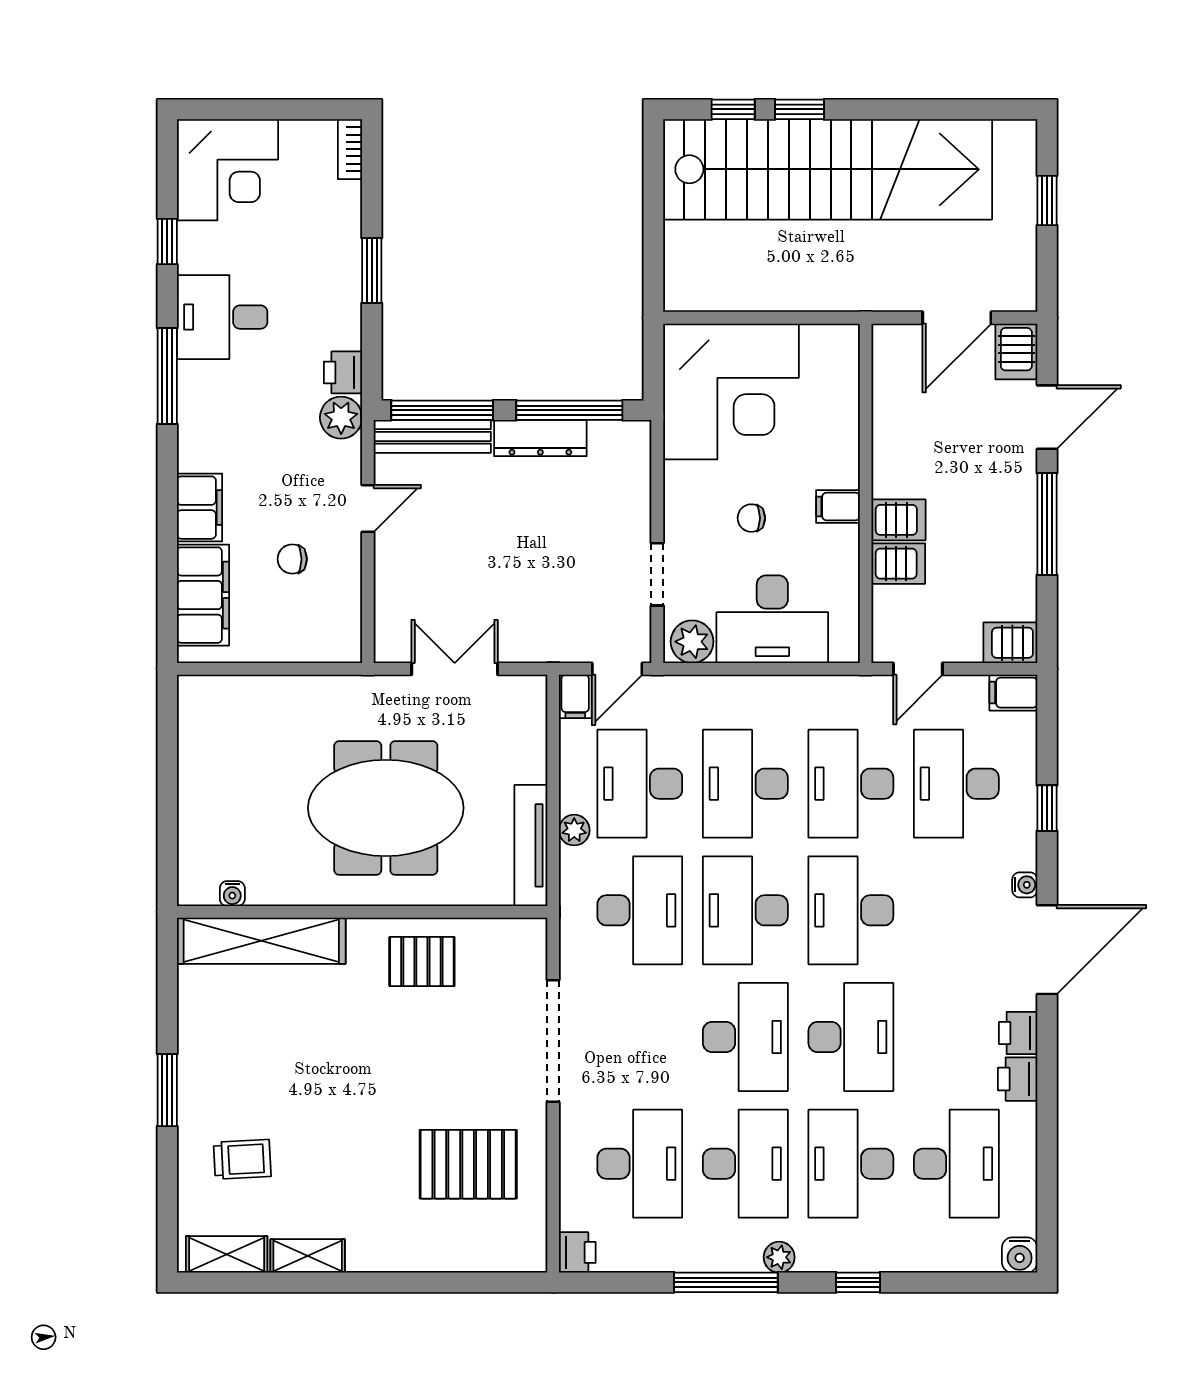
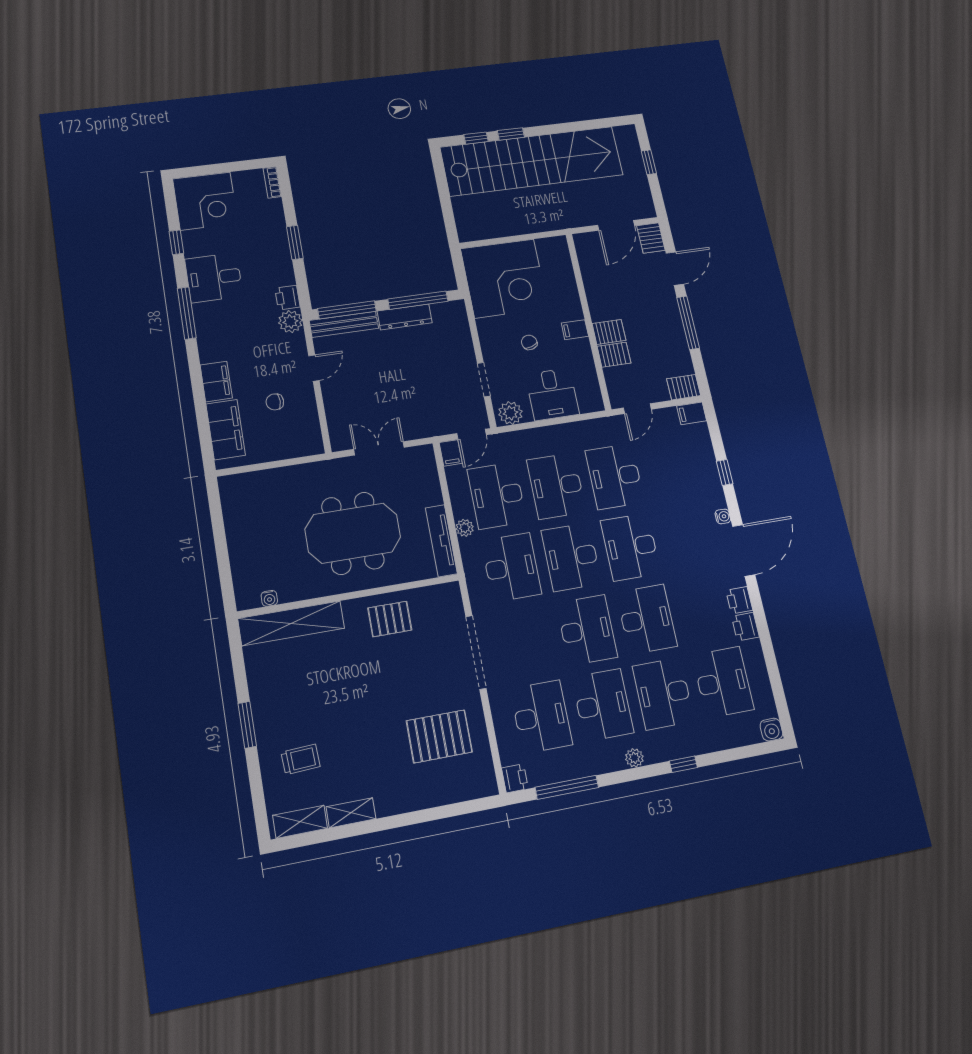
chair: (751, 518) -> (529, 342), turned 72
desk: (772, 619) -> (552, 394), width x0.73
desk: (956, 784) -> (673, 467), removed
window: (726, 1282) -> (567, 787), moved

